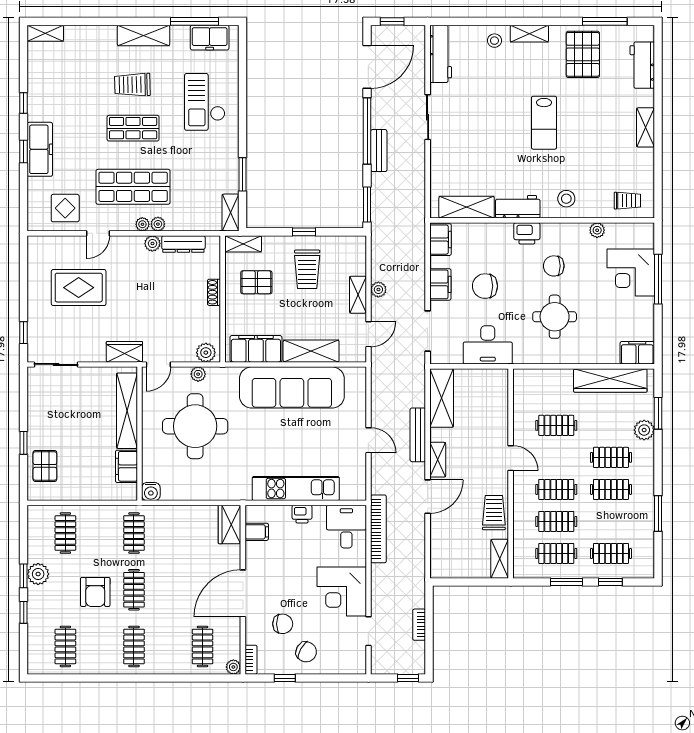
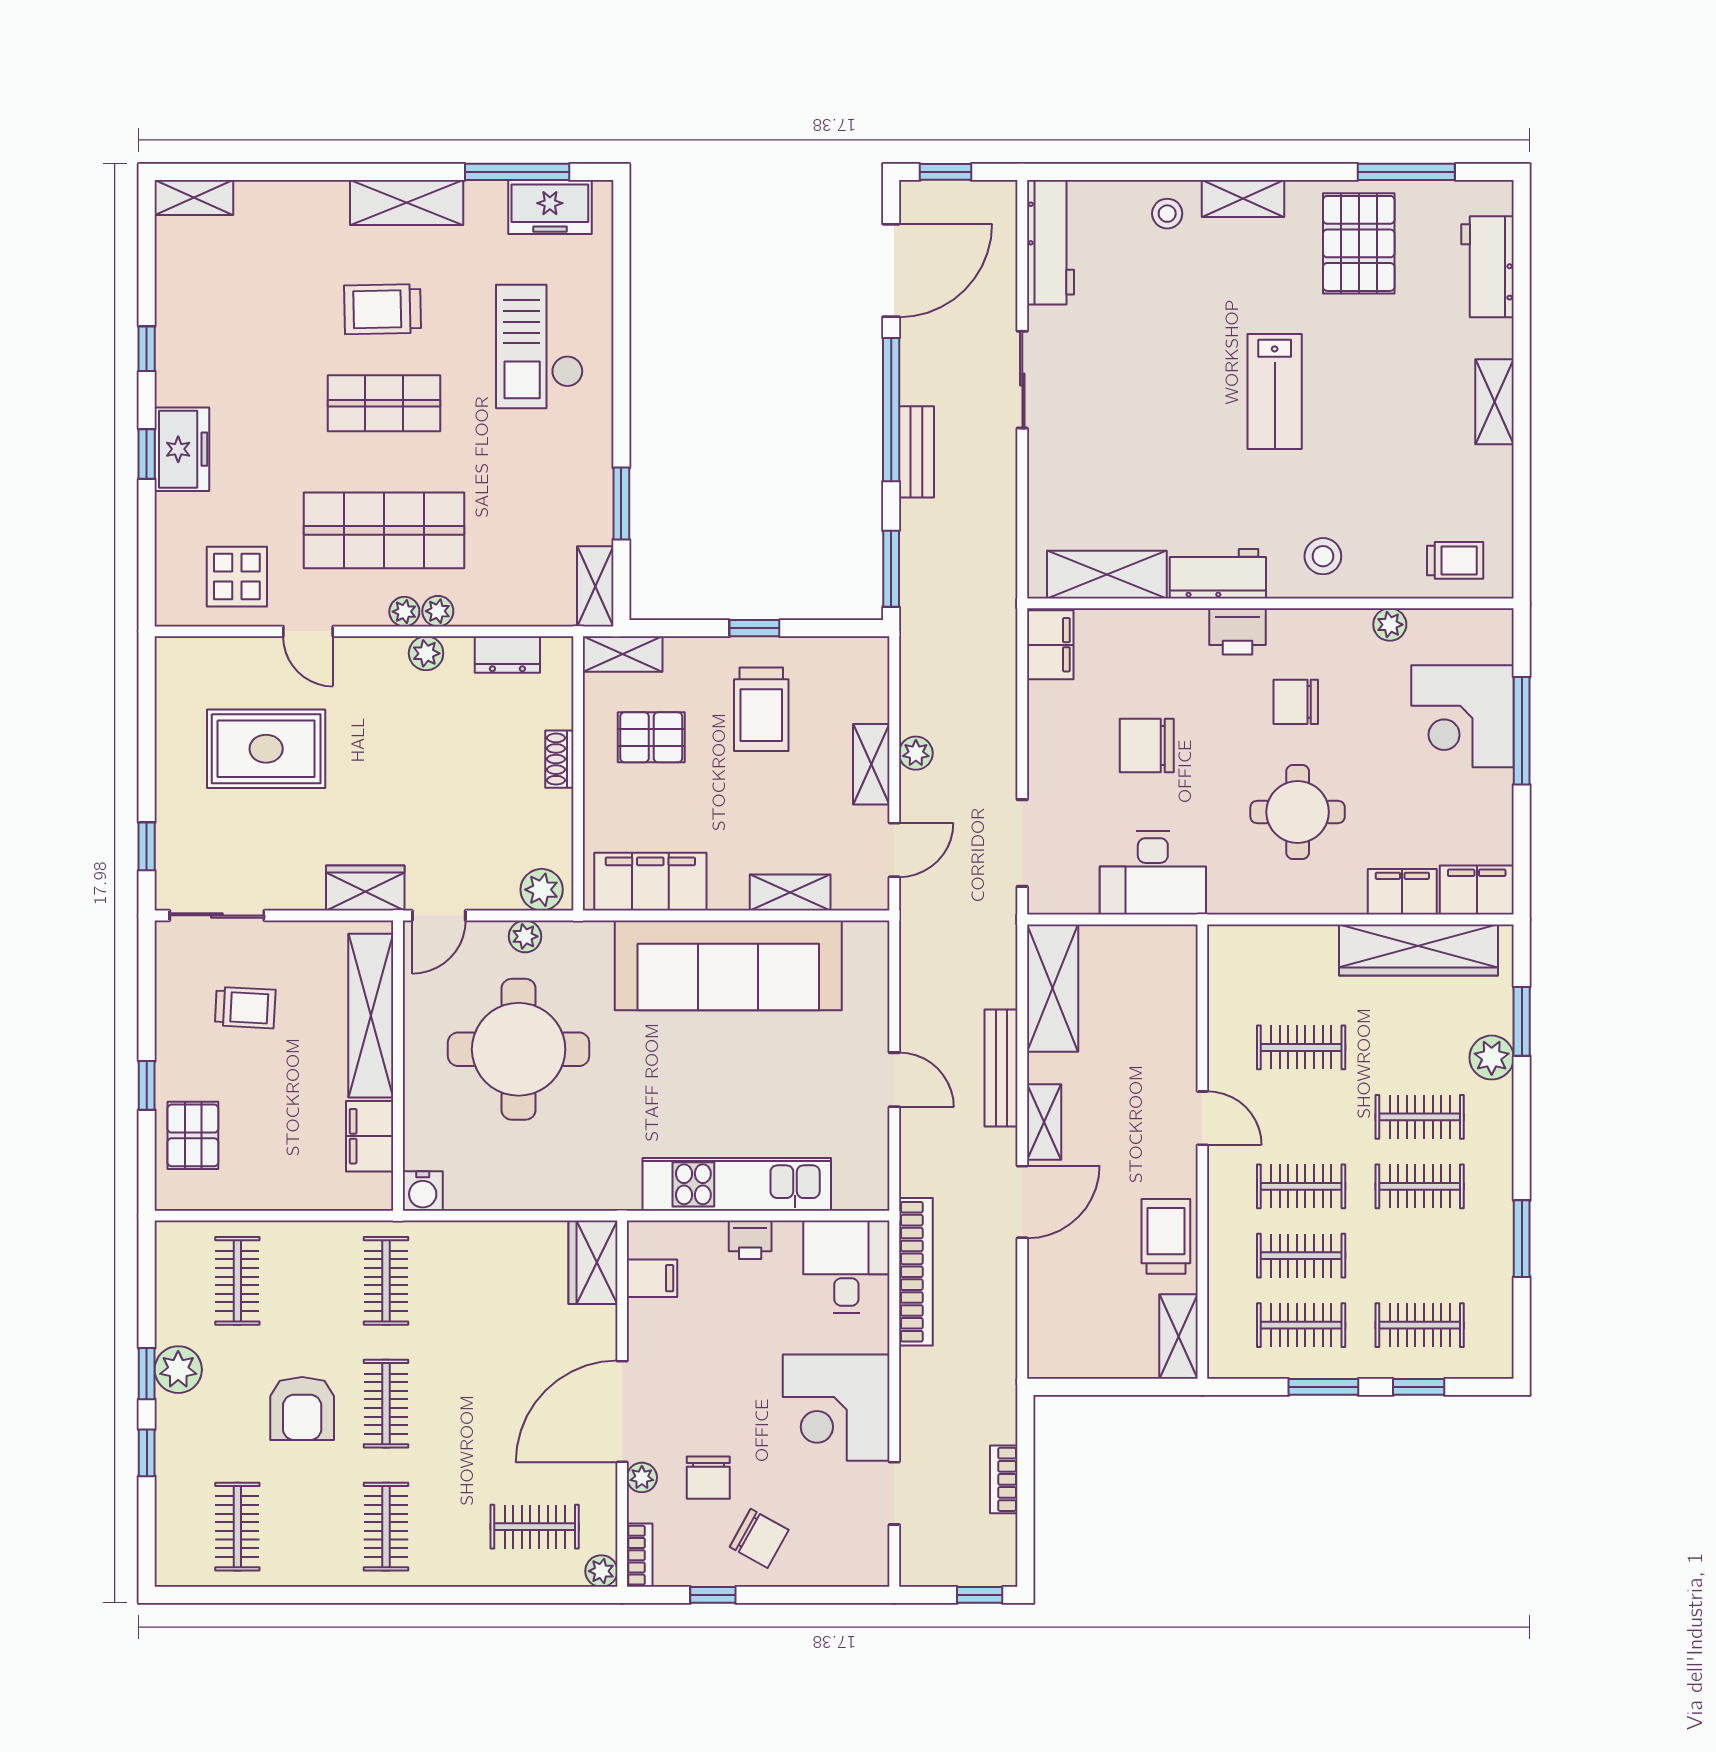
freezer: (40, 149) -> (182, 449), width x0.71
door: (98, 233) -> (308, 631), hinge flipped
dresser: (183, 244) -> (507, 654), width x0.70
filing cabinet: (440, 284) -> (1402, 892), moved, turned -90
shelving: (311, 351) -> (790, 893), width x0.67, depth x0.75
trolley: (69, 407) -> (245, 1008), added
plant: (252, 624) -> (642, 1477), added
chair: (283, 624) -> (708, 1478), turned 90
clothes rail: (203, 646) -> (535, 1527), turned 90

